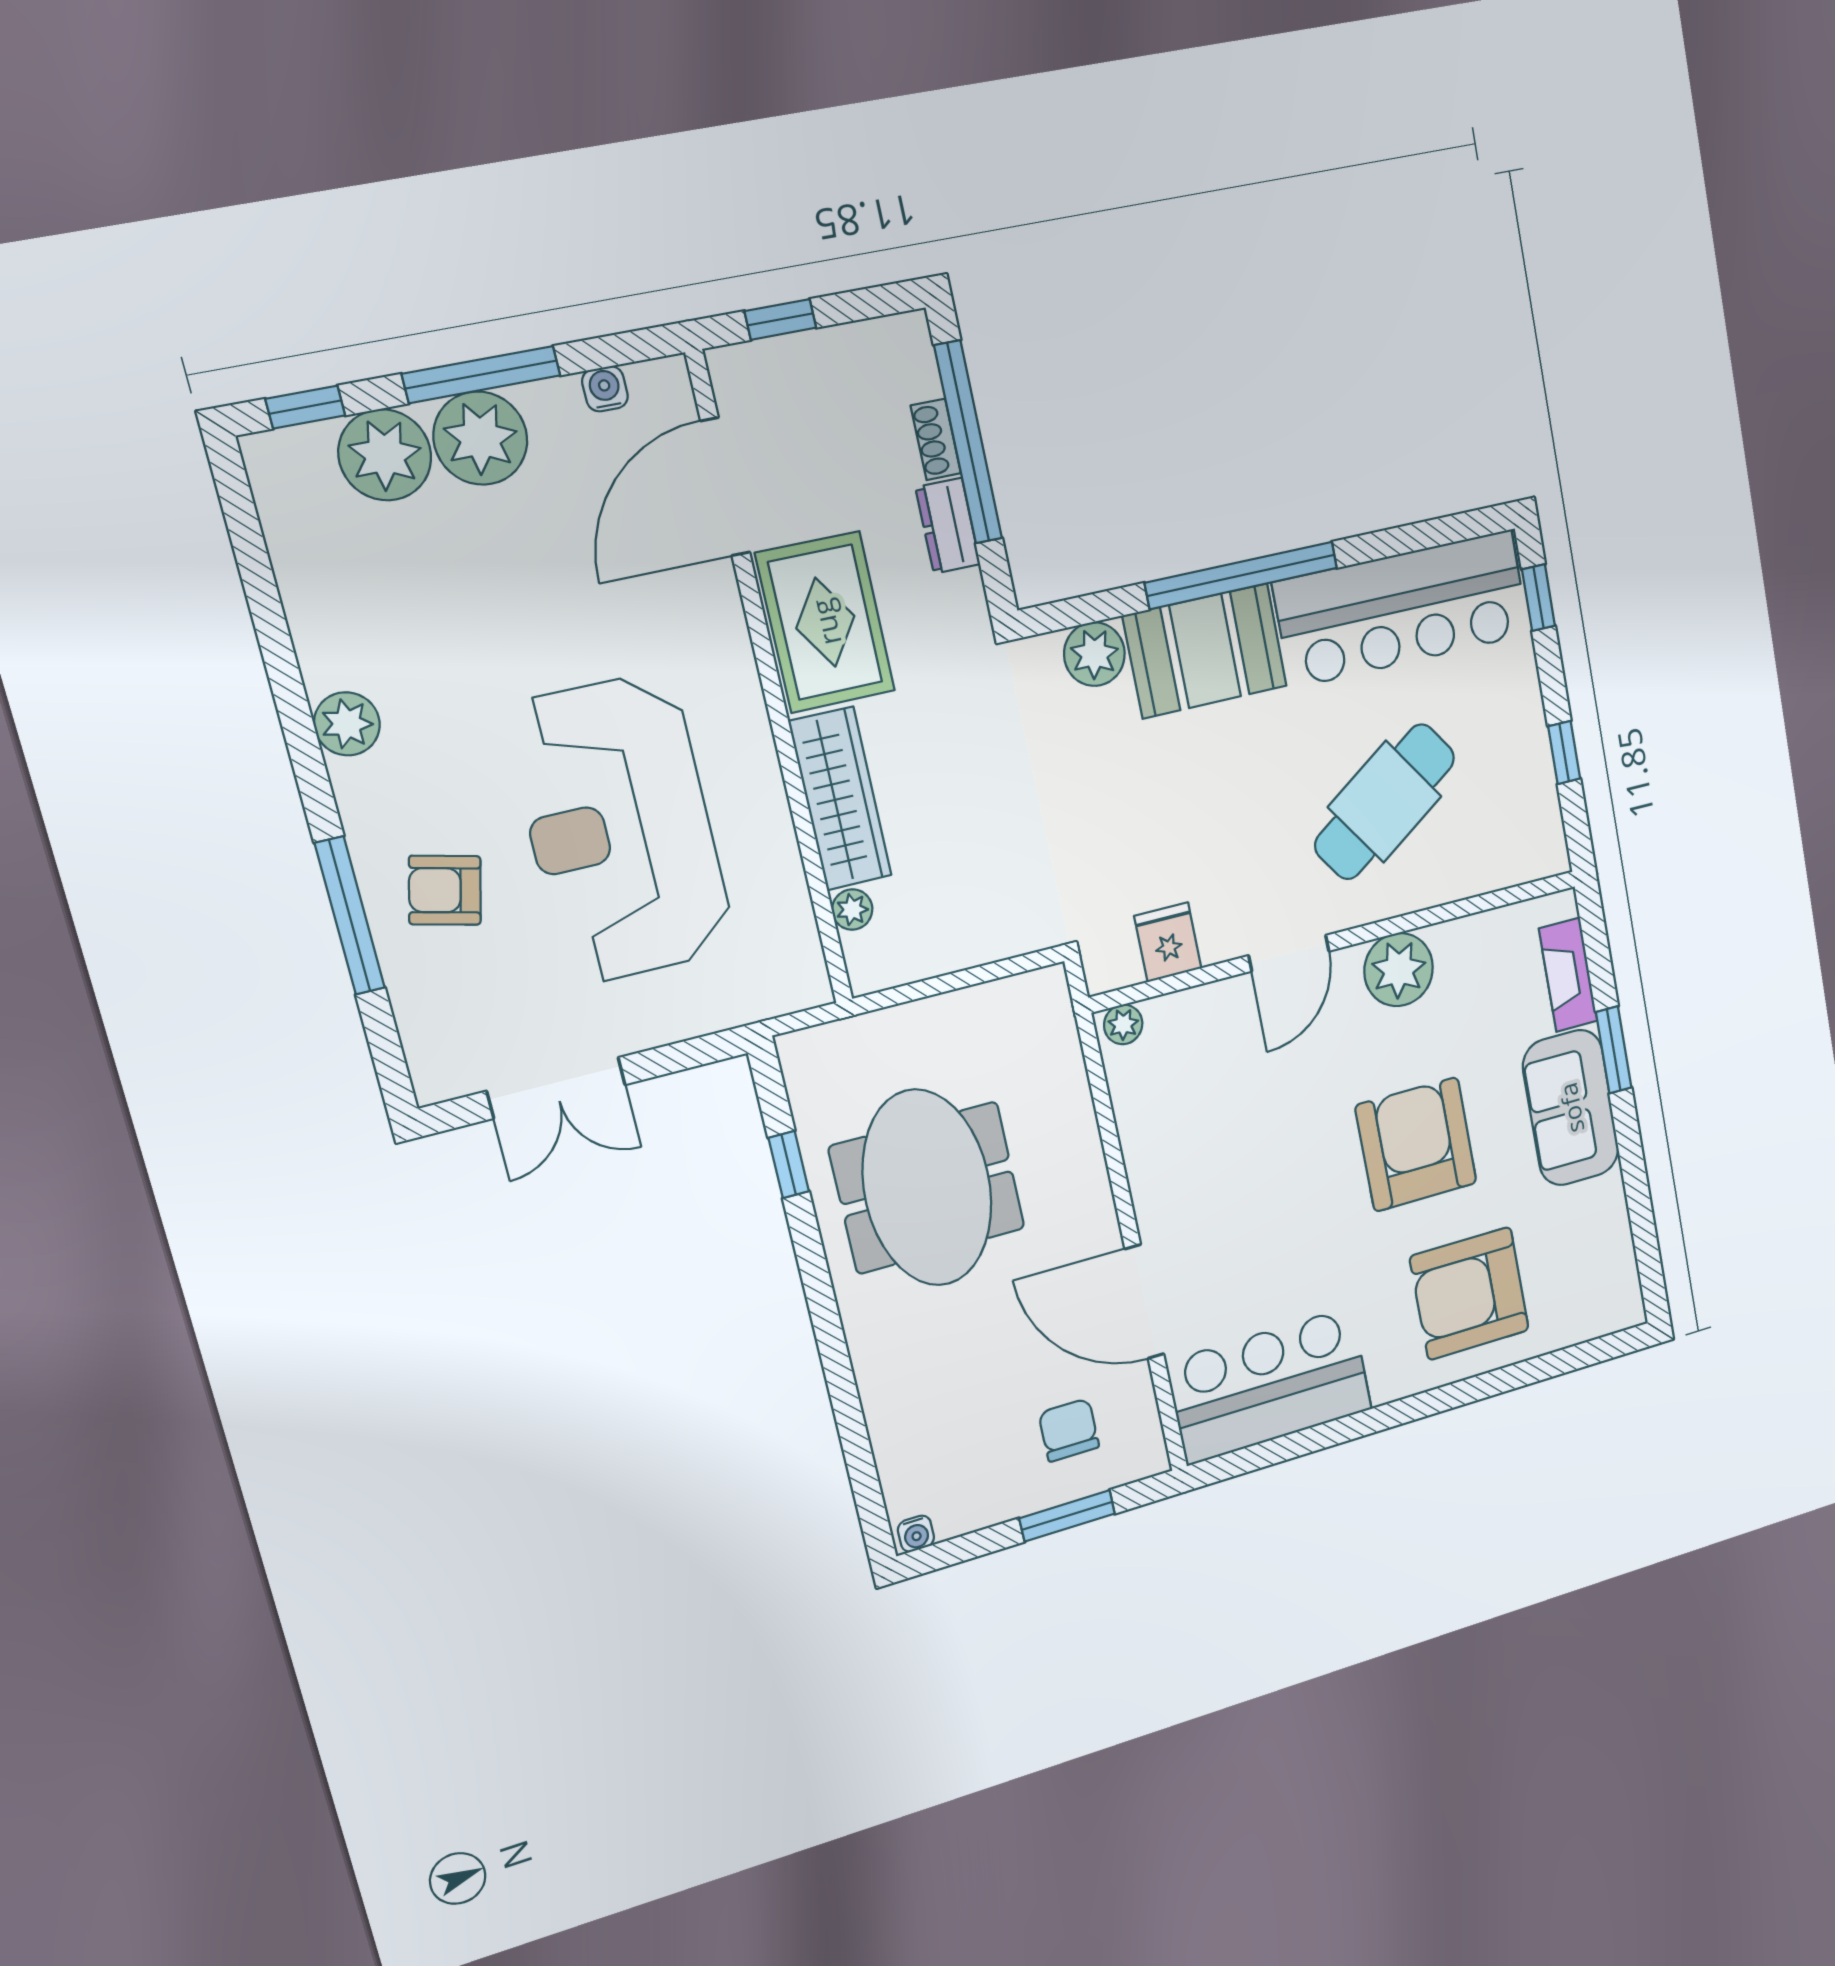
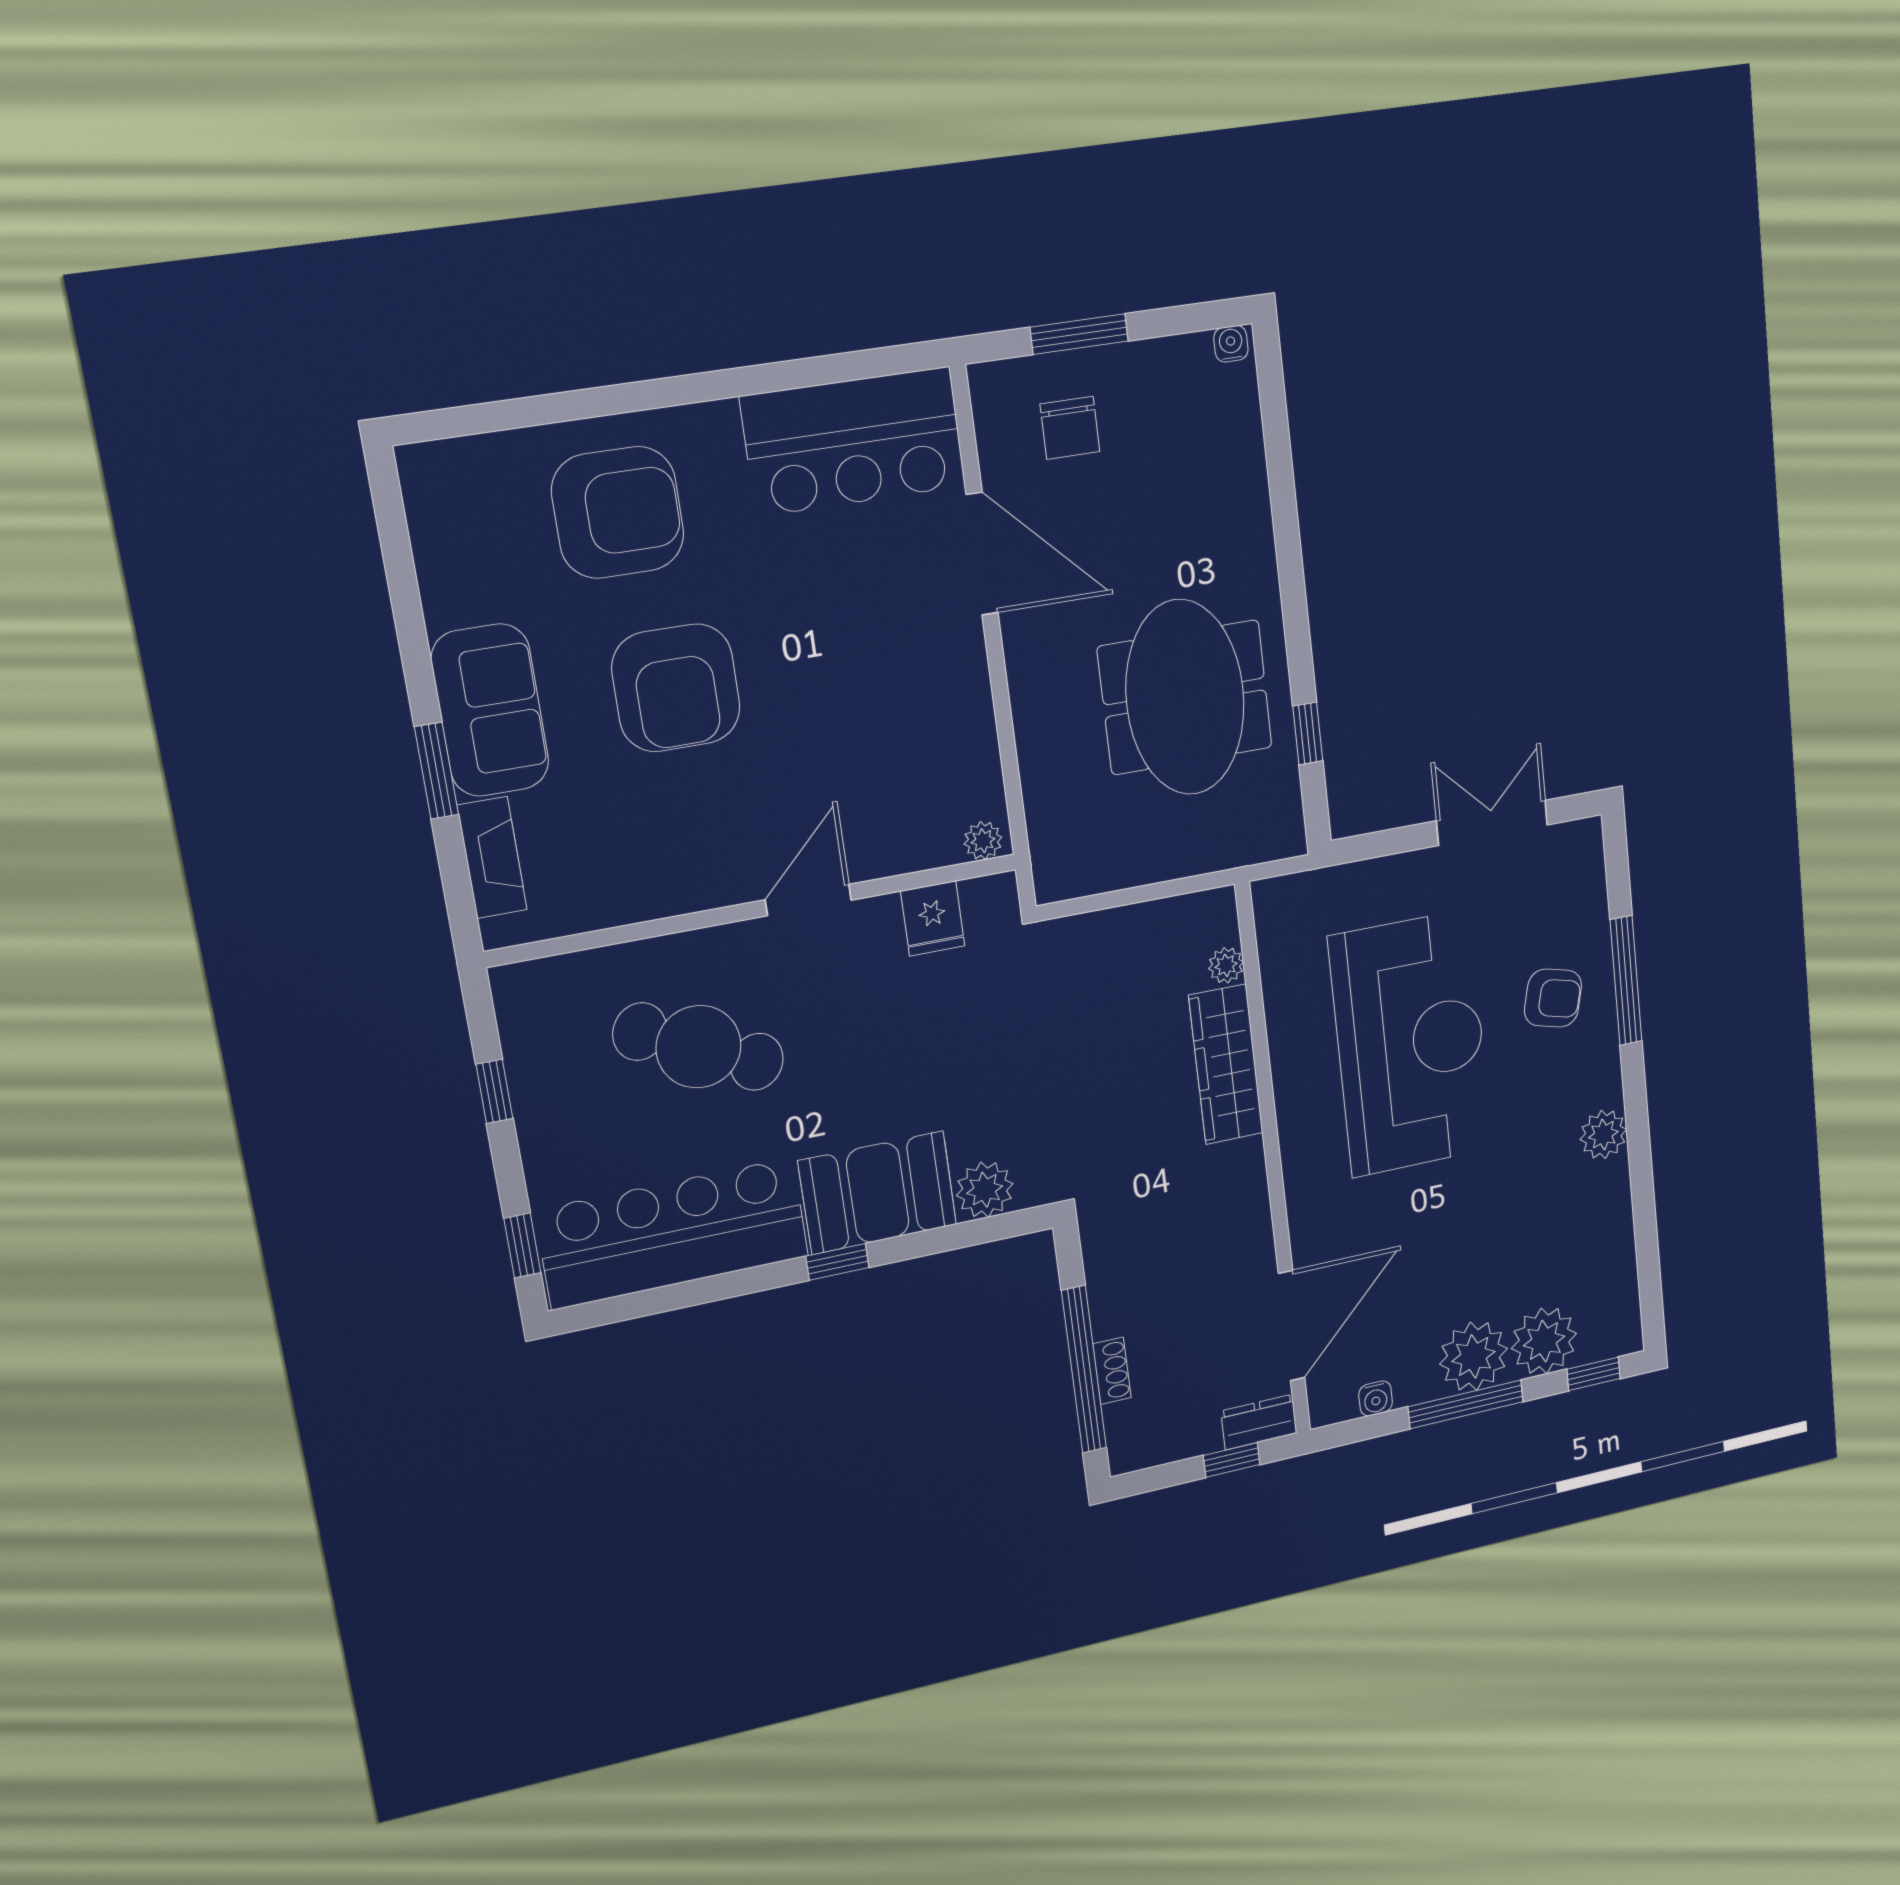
dresser: (948, 526) -> (1259, 1422), moved, turned -90
window: (1242, 575) -> (837, 1262), width x0.32
rug: (825, 622) -> (1222, 1216), removed
cafe table: (1385, 802) -> (699, 1047), turned 61
plant: (1399, 970) -> (689, 876), removed

